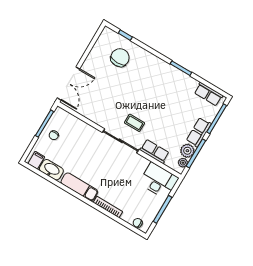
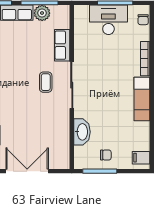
double door: (68, 83) -> (27, 171), moved
plant: (183, 163) -> (57, 10), removed
washbasin: (51, 170) -> (82, 132), moved, turned 180
desk: (159, 181) -> (108, 20), moved, turned 90

